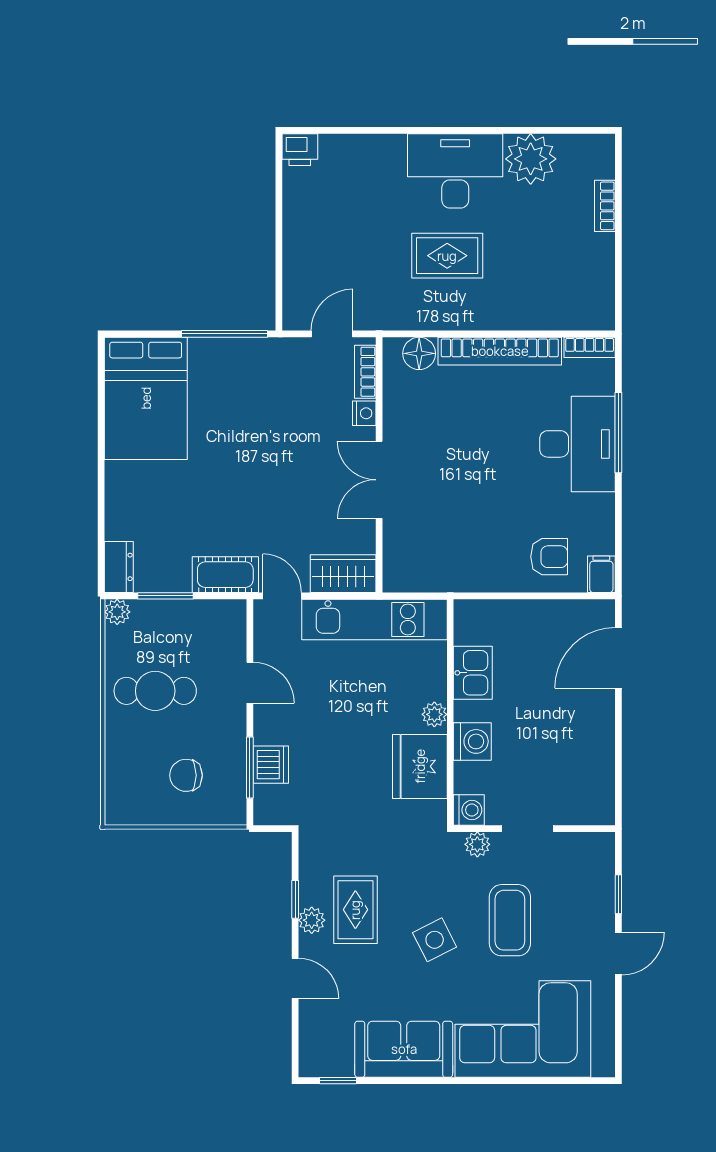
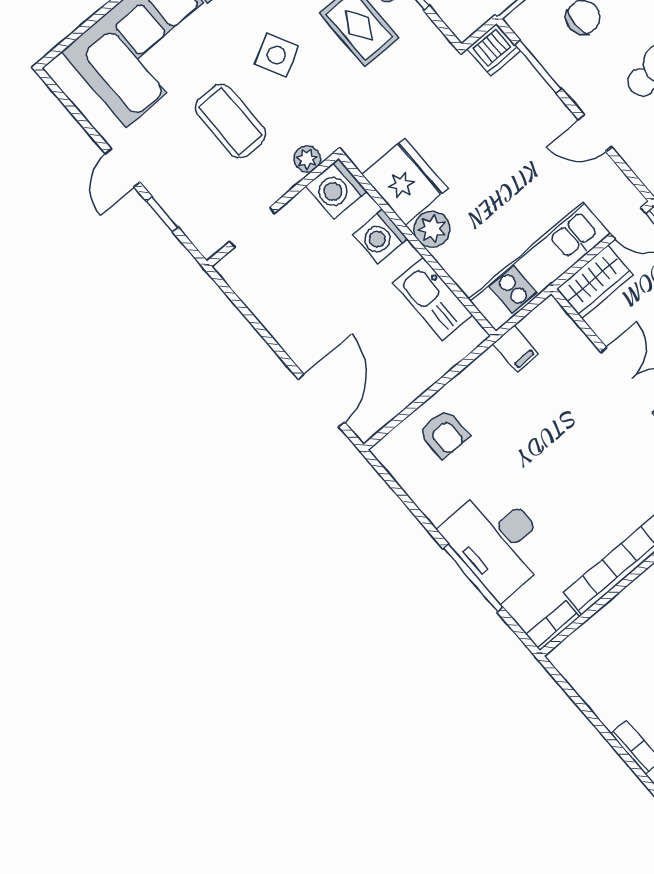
armchair: (549, 557) -> (444, 434), turned -90
filing cabinet: (601, 574) -> (516, 349), moved
kitchen sink: (473, 673) -> (433, 299), width x1.38
plant: (434, 714) -> (432, 229), width x1.38, depth x1.38
dishwasher: (271, 765) -> (493, 50), moved, turned -90
washing machine: (469, 810) -> (336, 189), width x1.38, depth x1.38
doorway: (527, 829) -> (252, 227), moved

